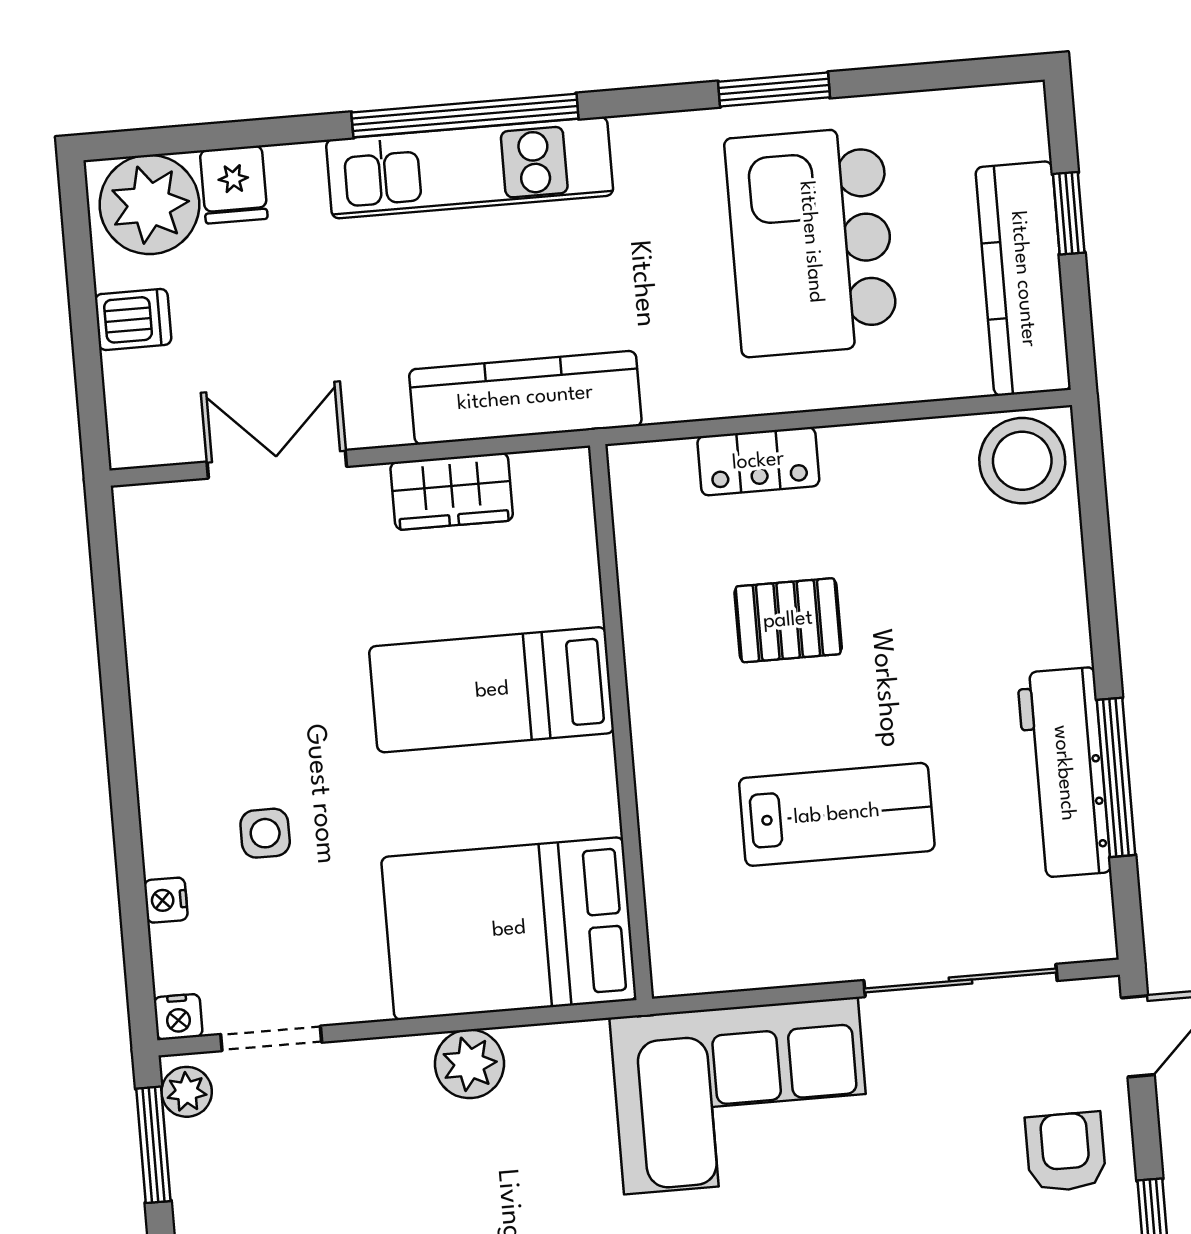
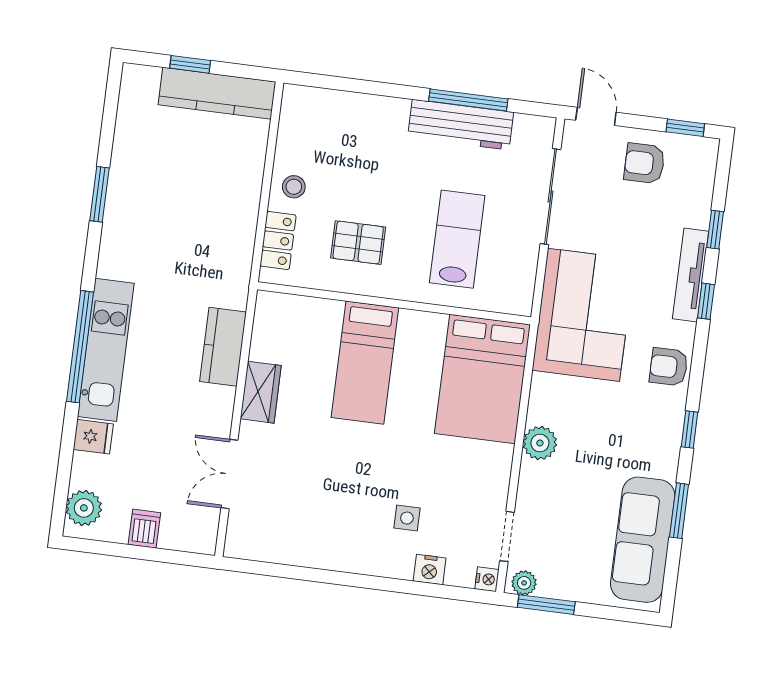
fridge: (234, 185) -> (93, 437), moved
plant: (149, 204) -> (84, 508), width x0.73, depth x0.73
kitchen island: (811, 242) -> (177, 192), removed
kitchen counter: (525, 398) -> (223, 347), width x0.67
stool: (1022, 461) -> (294, 187), moved, width x0.53, depth x0.53
pallet: (788, 620) -> (358, 243), turned 90
bed: (492, 690) -> (365, 363), moved
wall: (621, 722) -> (394, 303), moved
nightstand: (166, 900) -> (430, 570), width x1.39, depth x1.35
bed: (509, 929) -> (482, 379), moved

